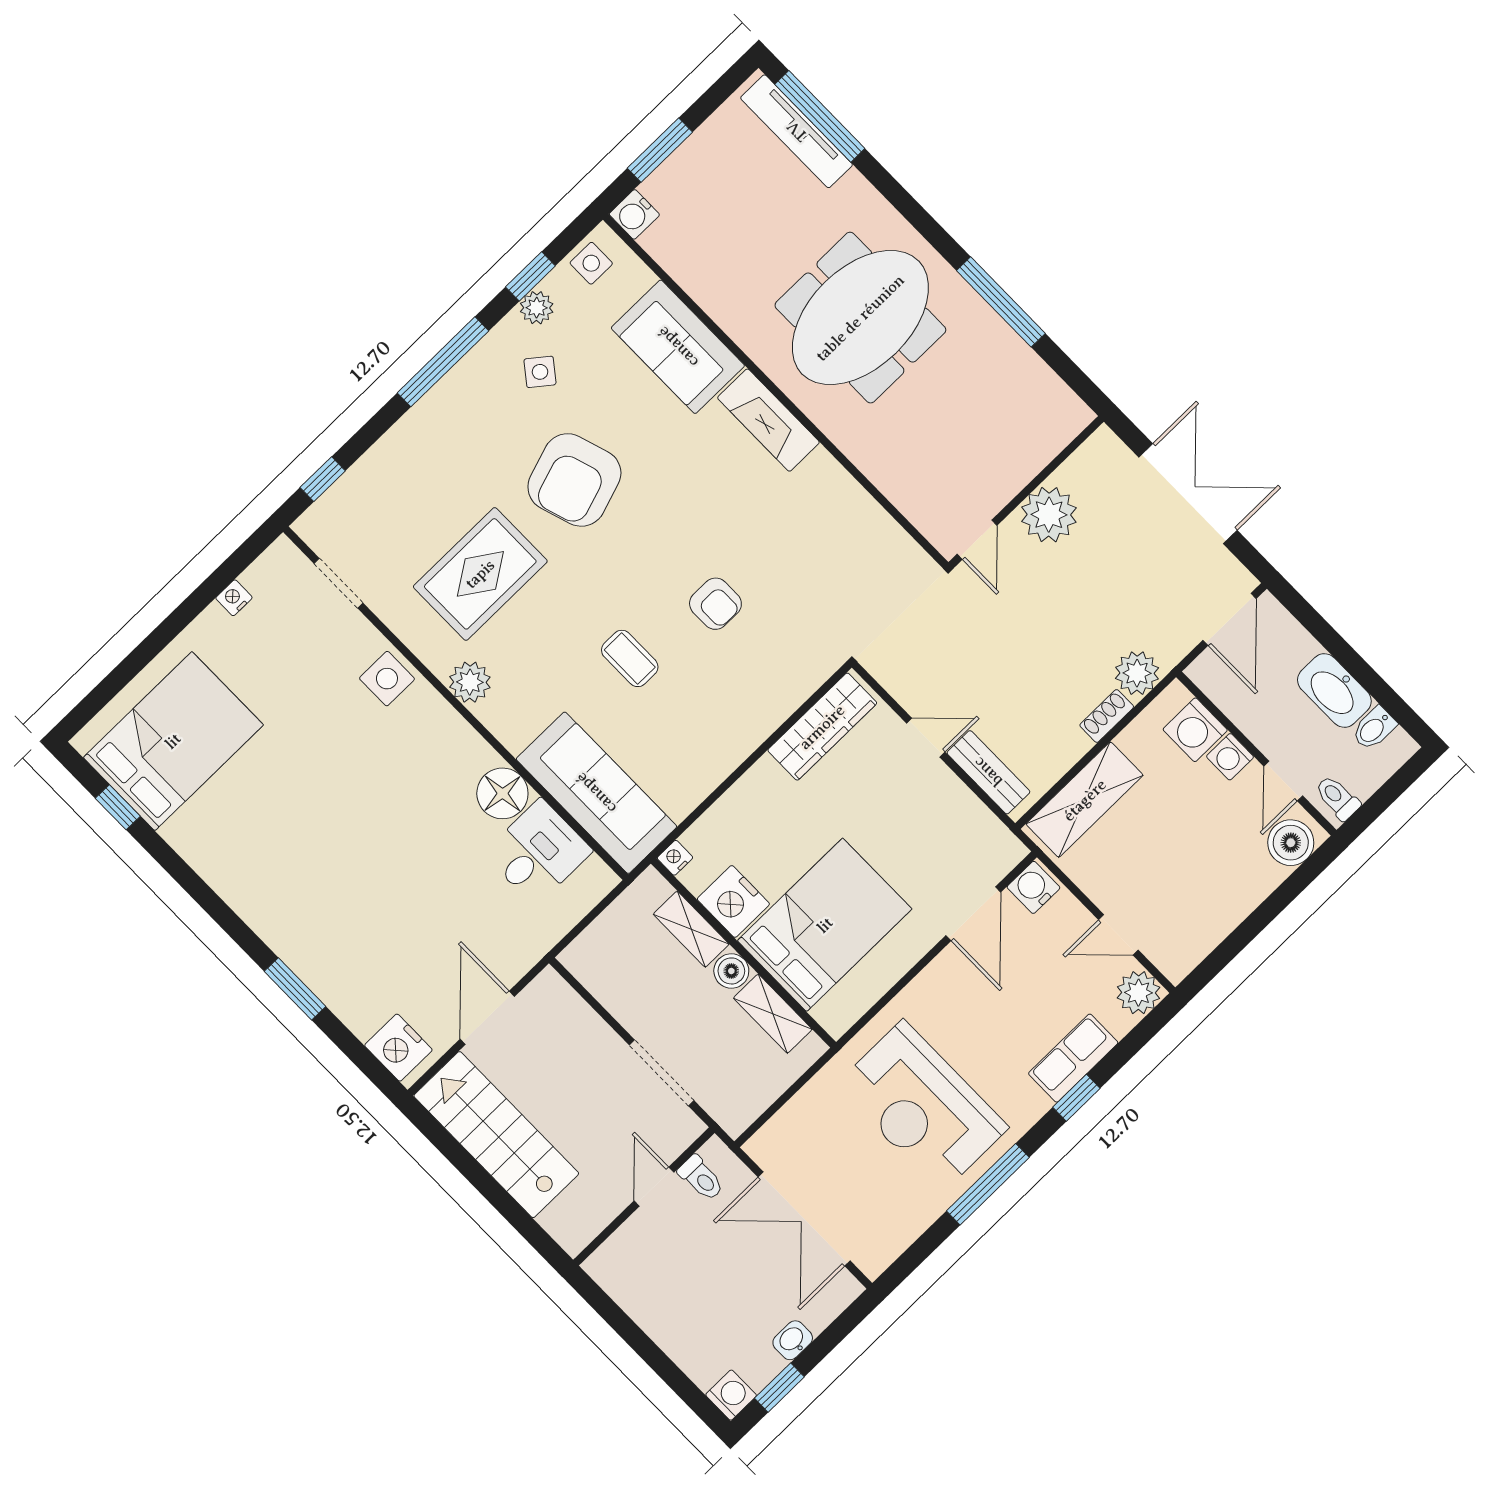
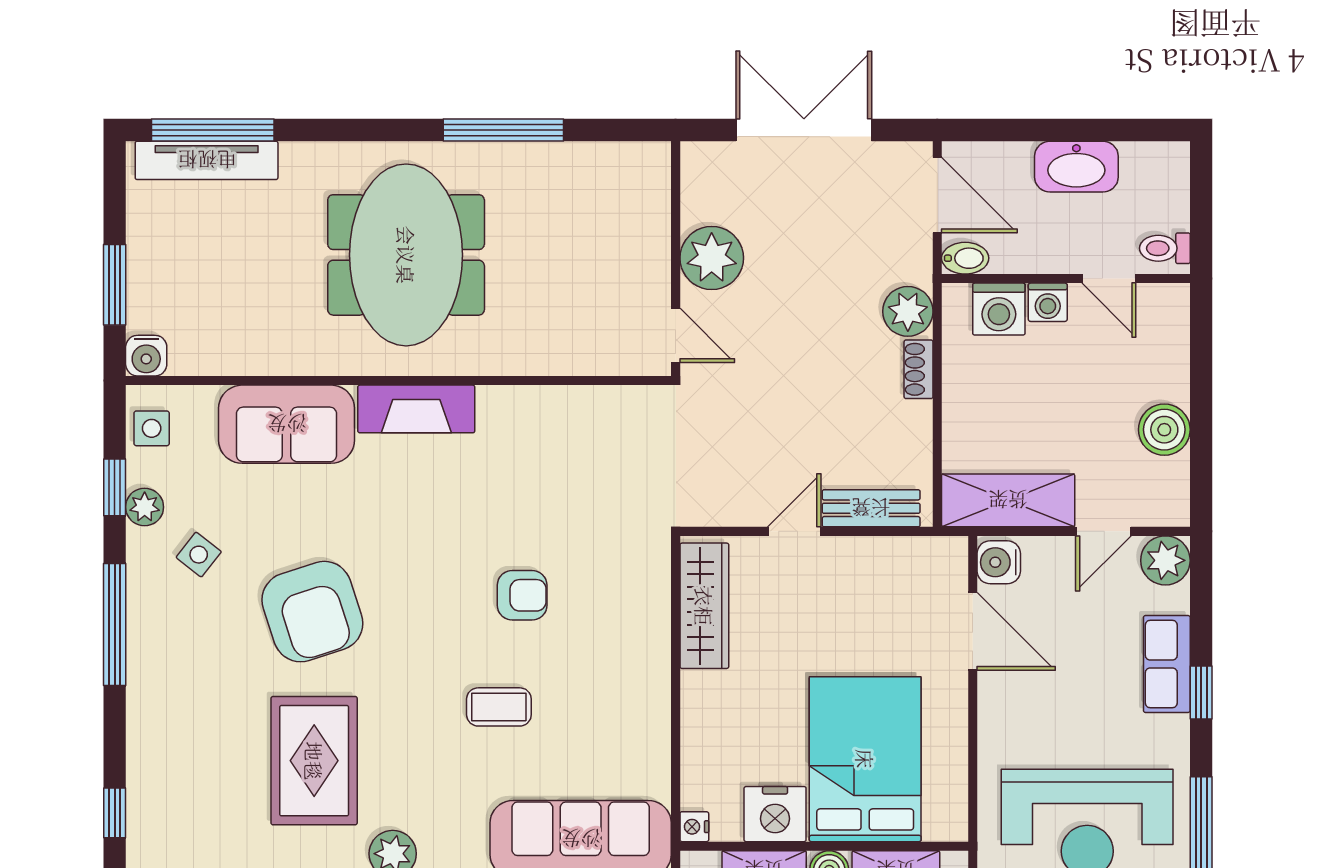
bidet: (1374, 728) -> (965, 258), moved, turned -90
shelving: (1085, 800) -> (1008, 500), moved, turned 90
boiler: (1291, 843) -> (1164, 430), moved

